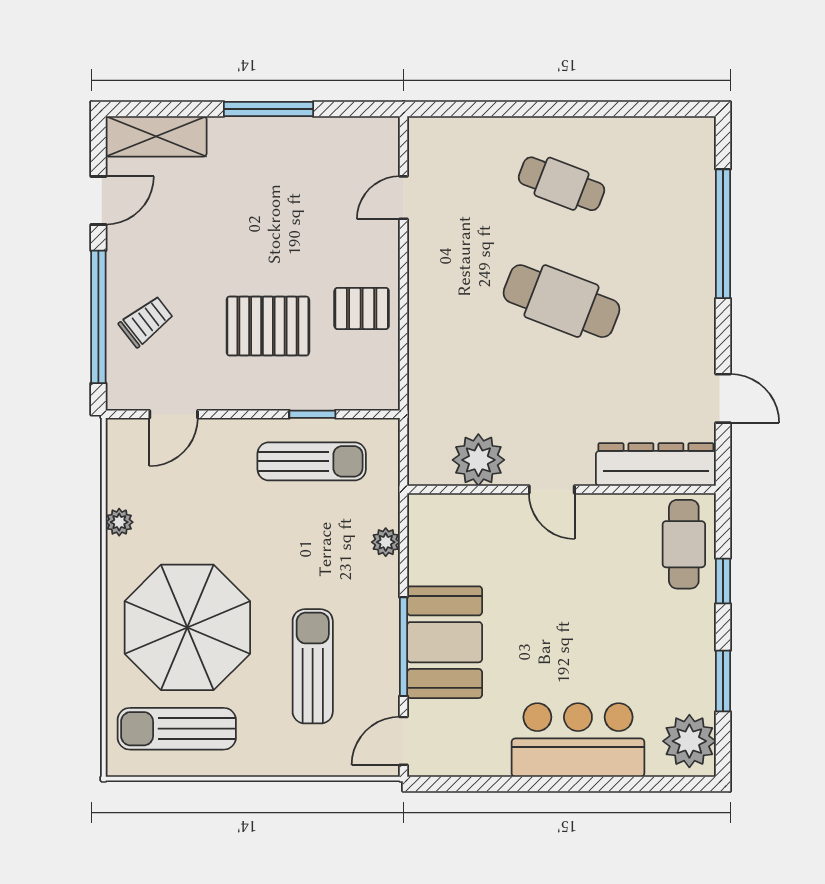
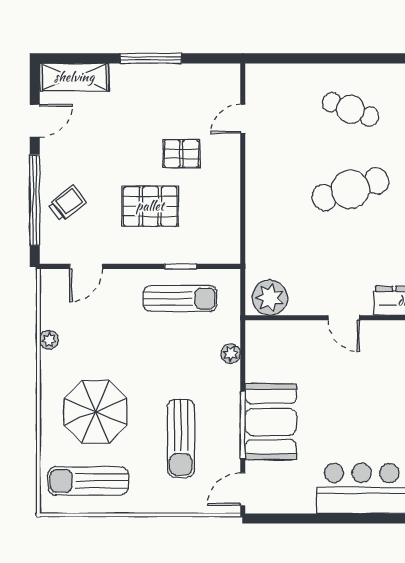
cafe table: (561, 301) -> (350, 189), turned -39
pallet: (362, 308) -> (181, 154), moved
plant: (478, 460) -> (270, 298), moved
parasol: (187, 627) -> (95, 412), width x0.73, depth x0.73
sun lounger: (313, 666) -> (181, 438), turned 180

